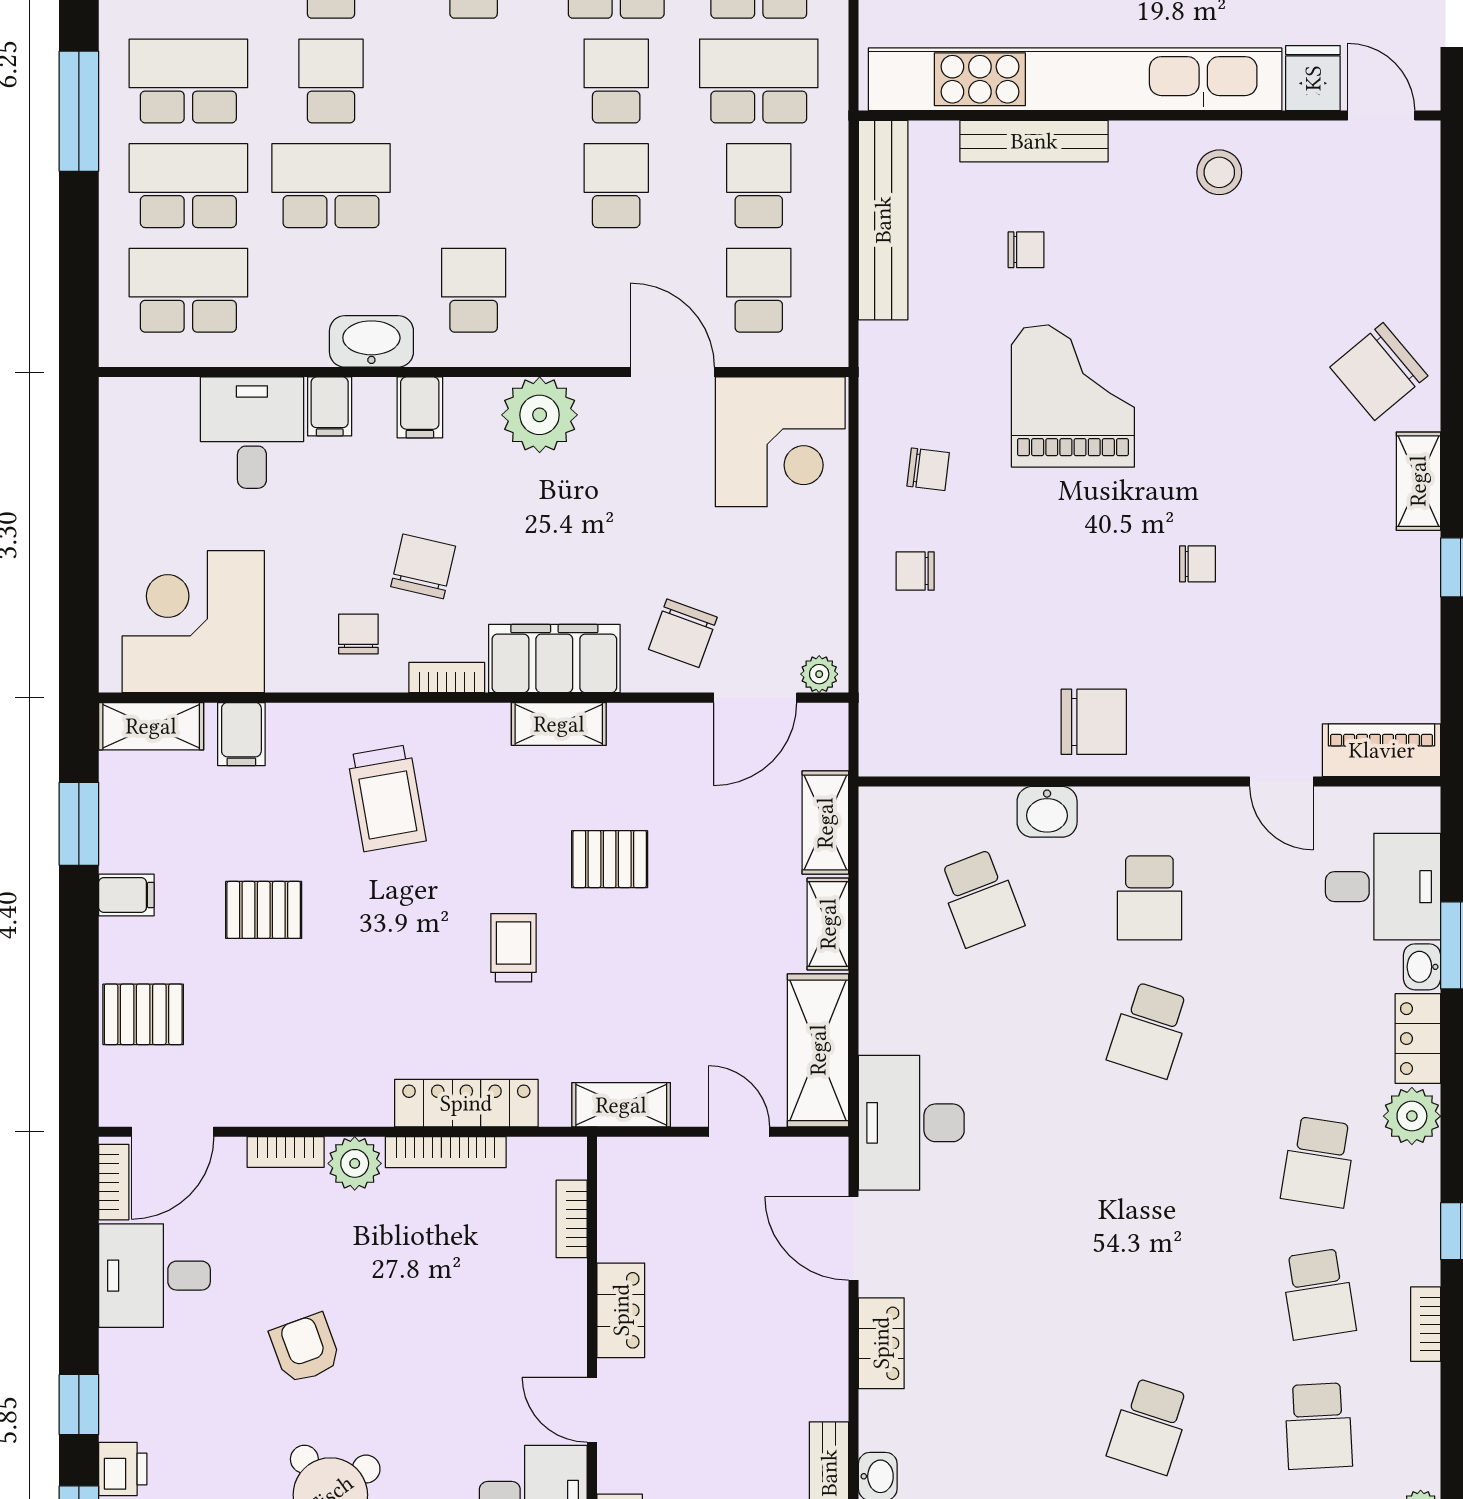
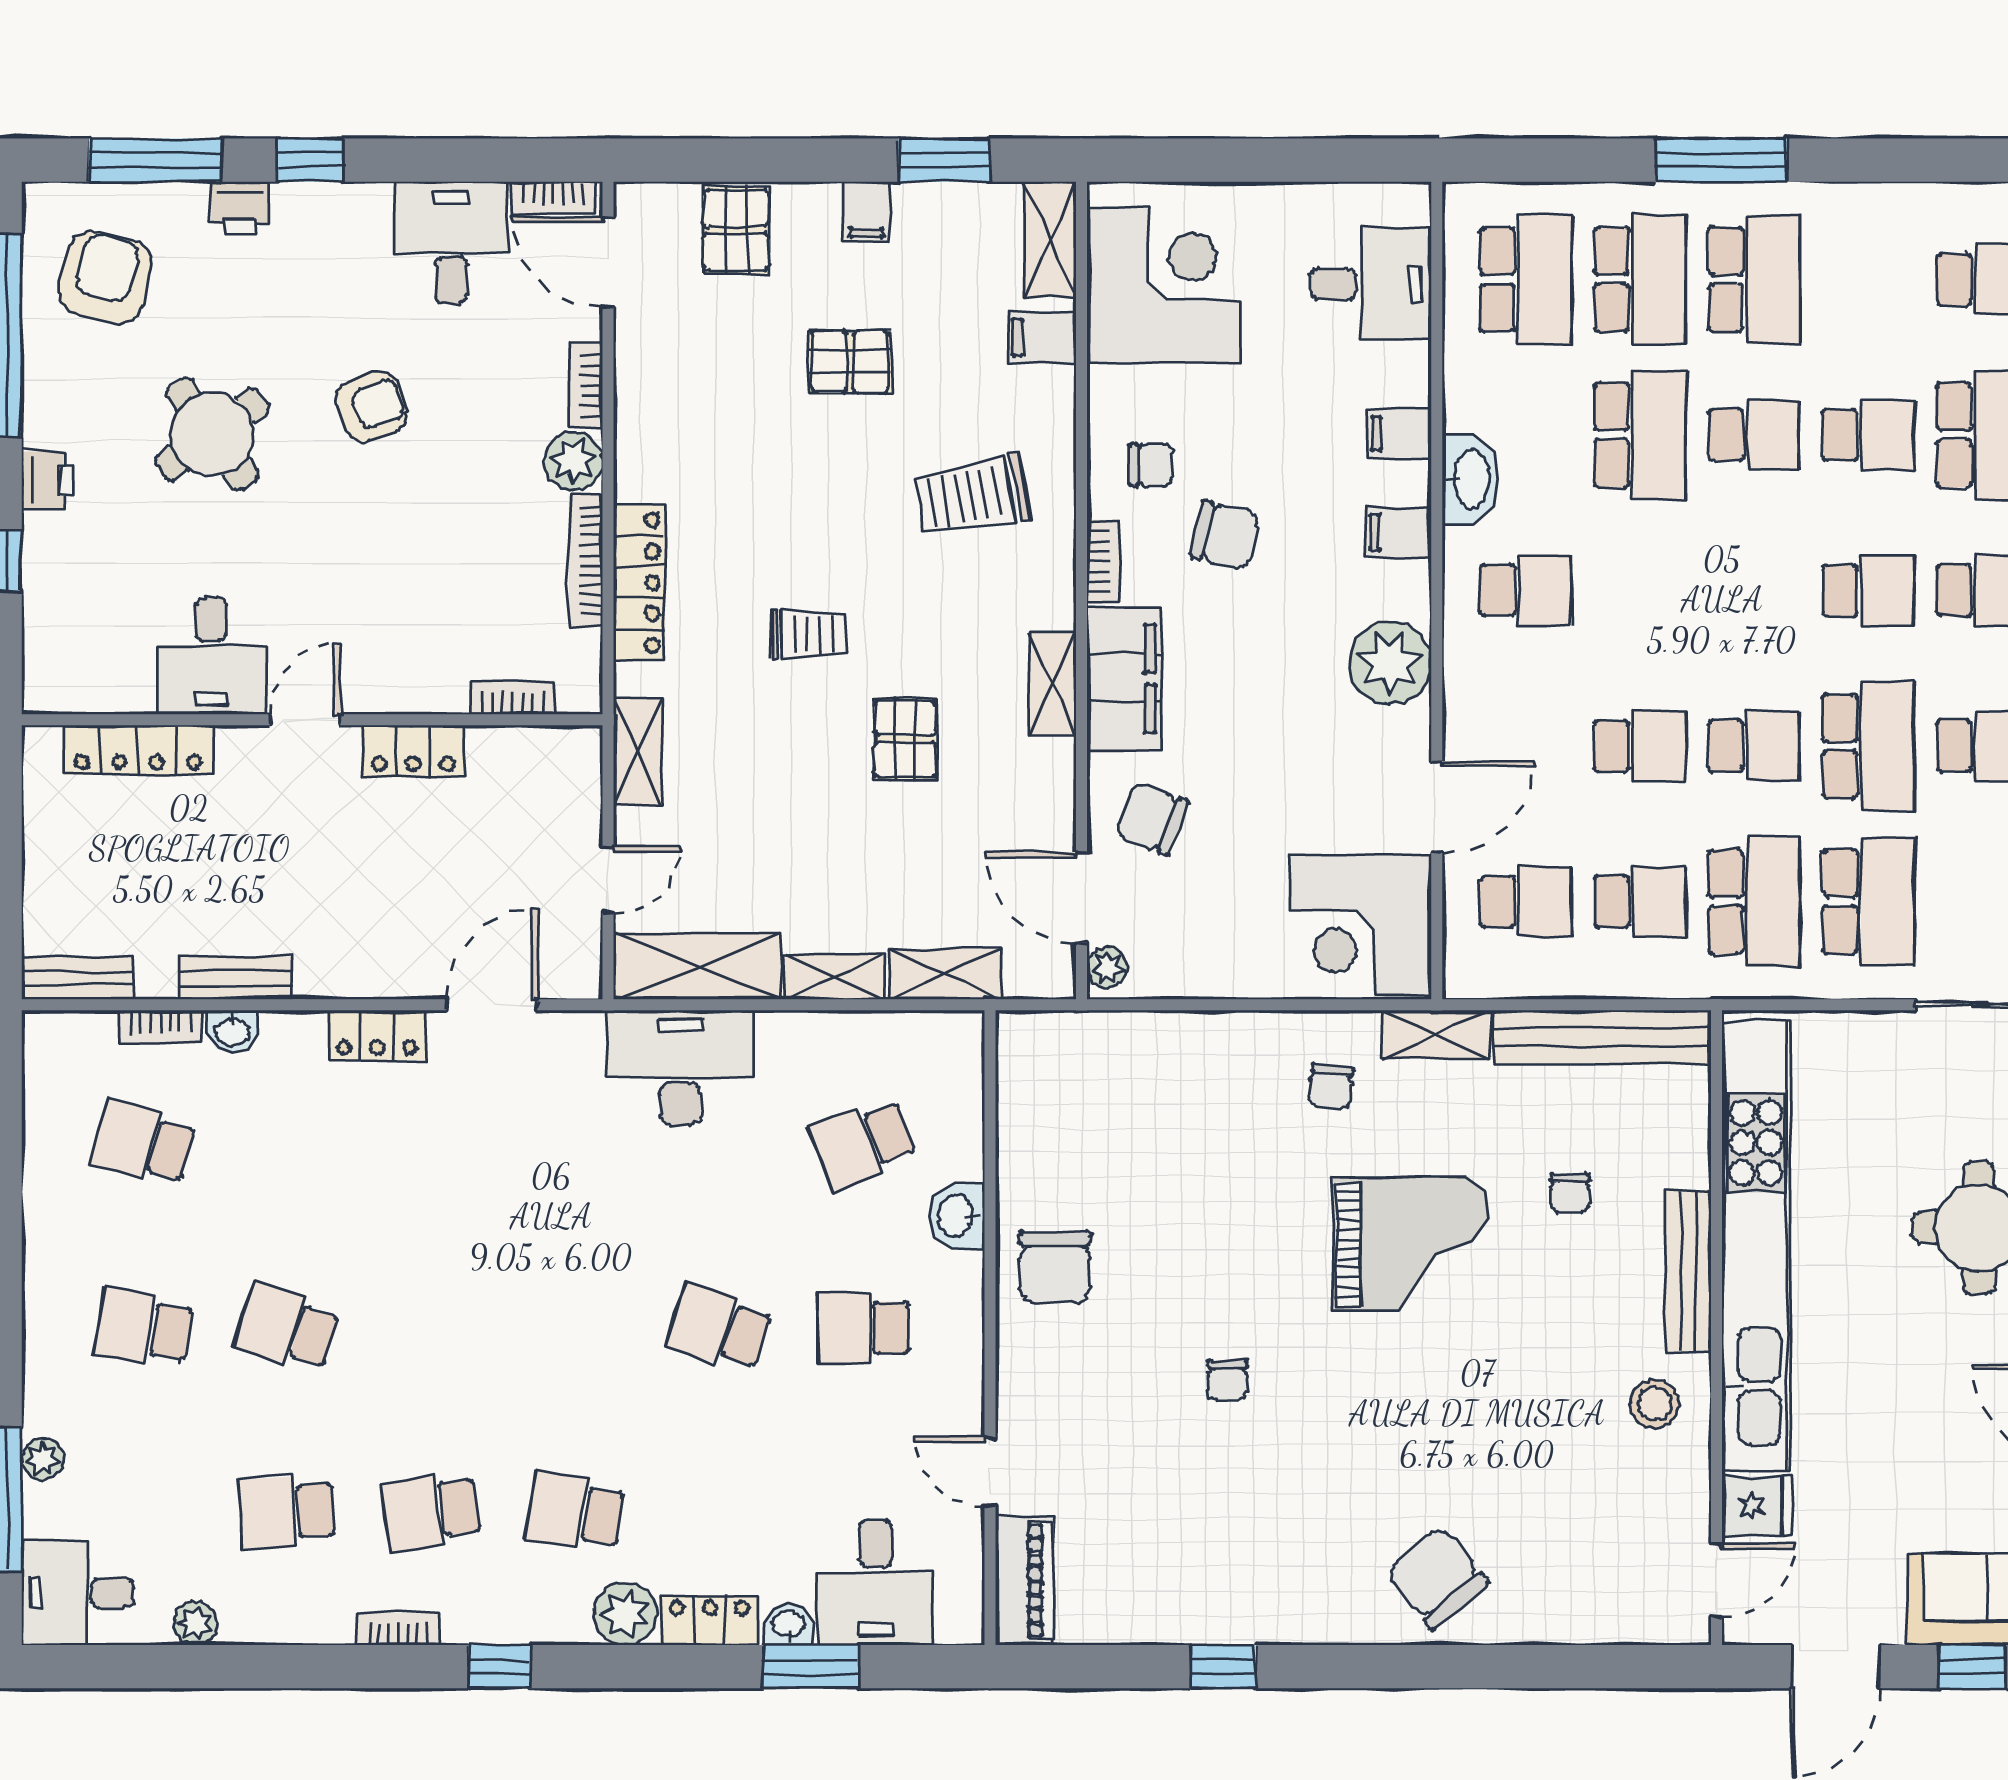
bench: (1034, 141) -> (1688, 1271), moved
desk: (252, 433) -> (1371, 284), moved
shelving: (1418, 481) -> (1436, 1034), moved
chair: (915, 571) -> (1220, 1072), removed
door: (1281, 781) -> (990, 1472), hinge flipped
pallet: (264, 910) -> (850, 362), turned 90
desk: (911, 1123) -> (680, 1068), moved

